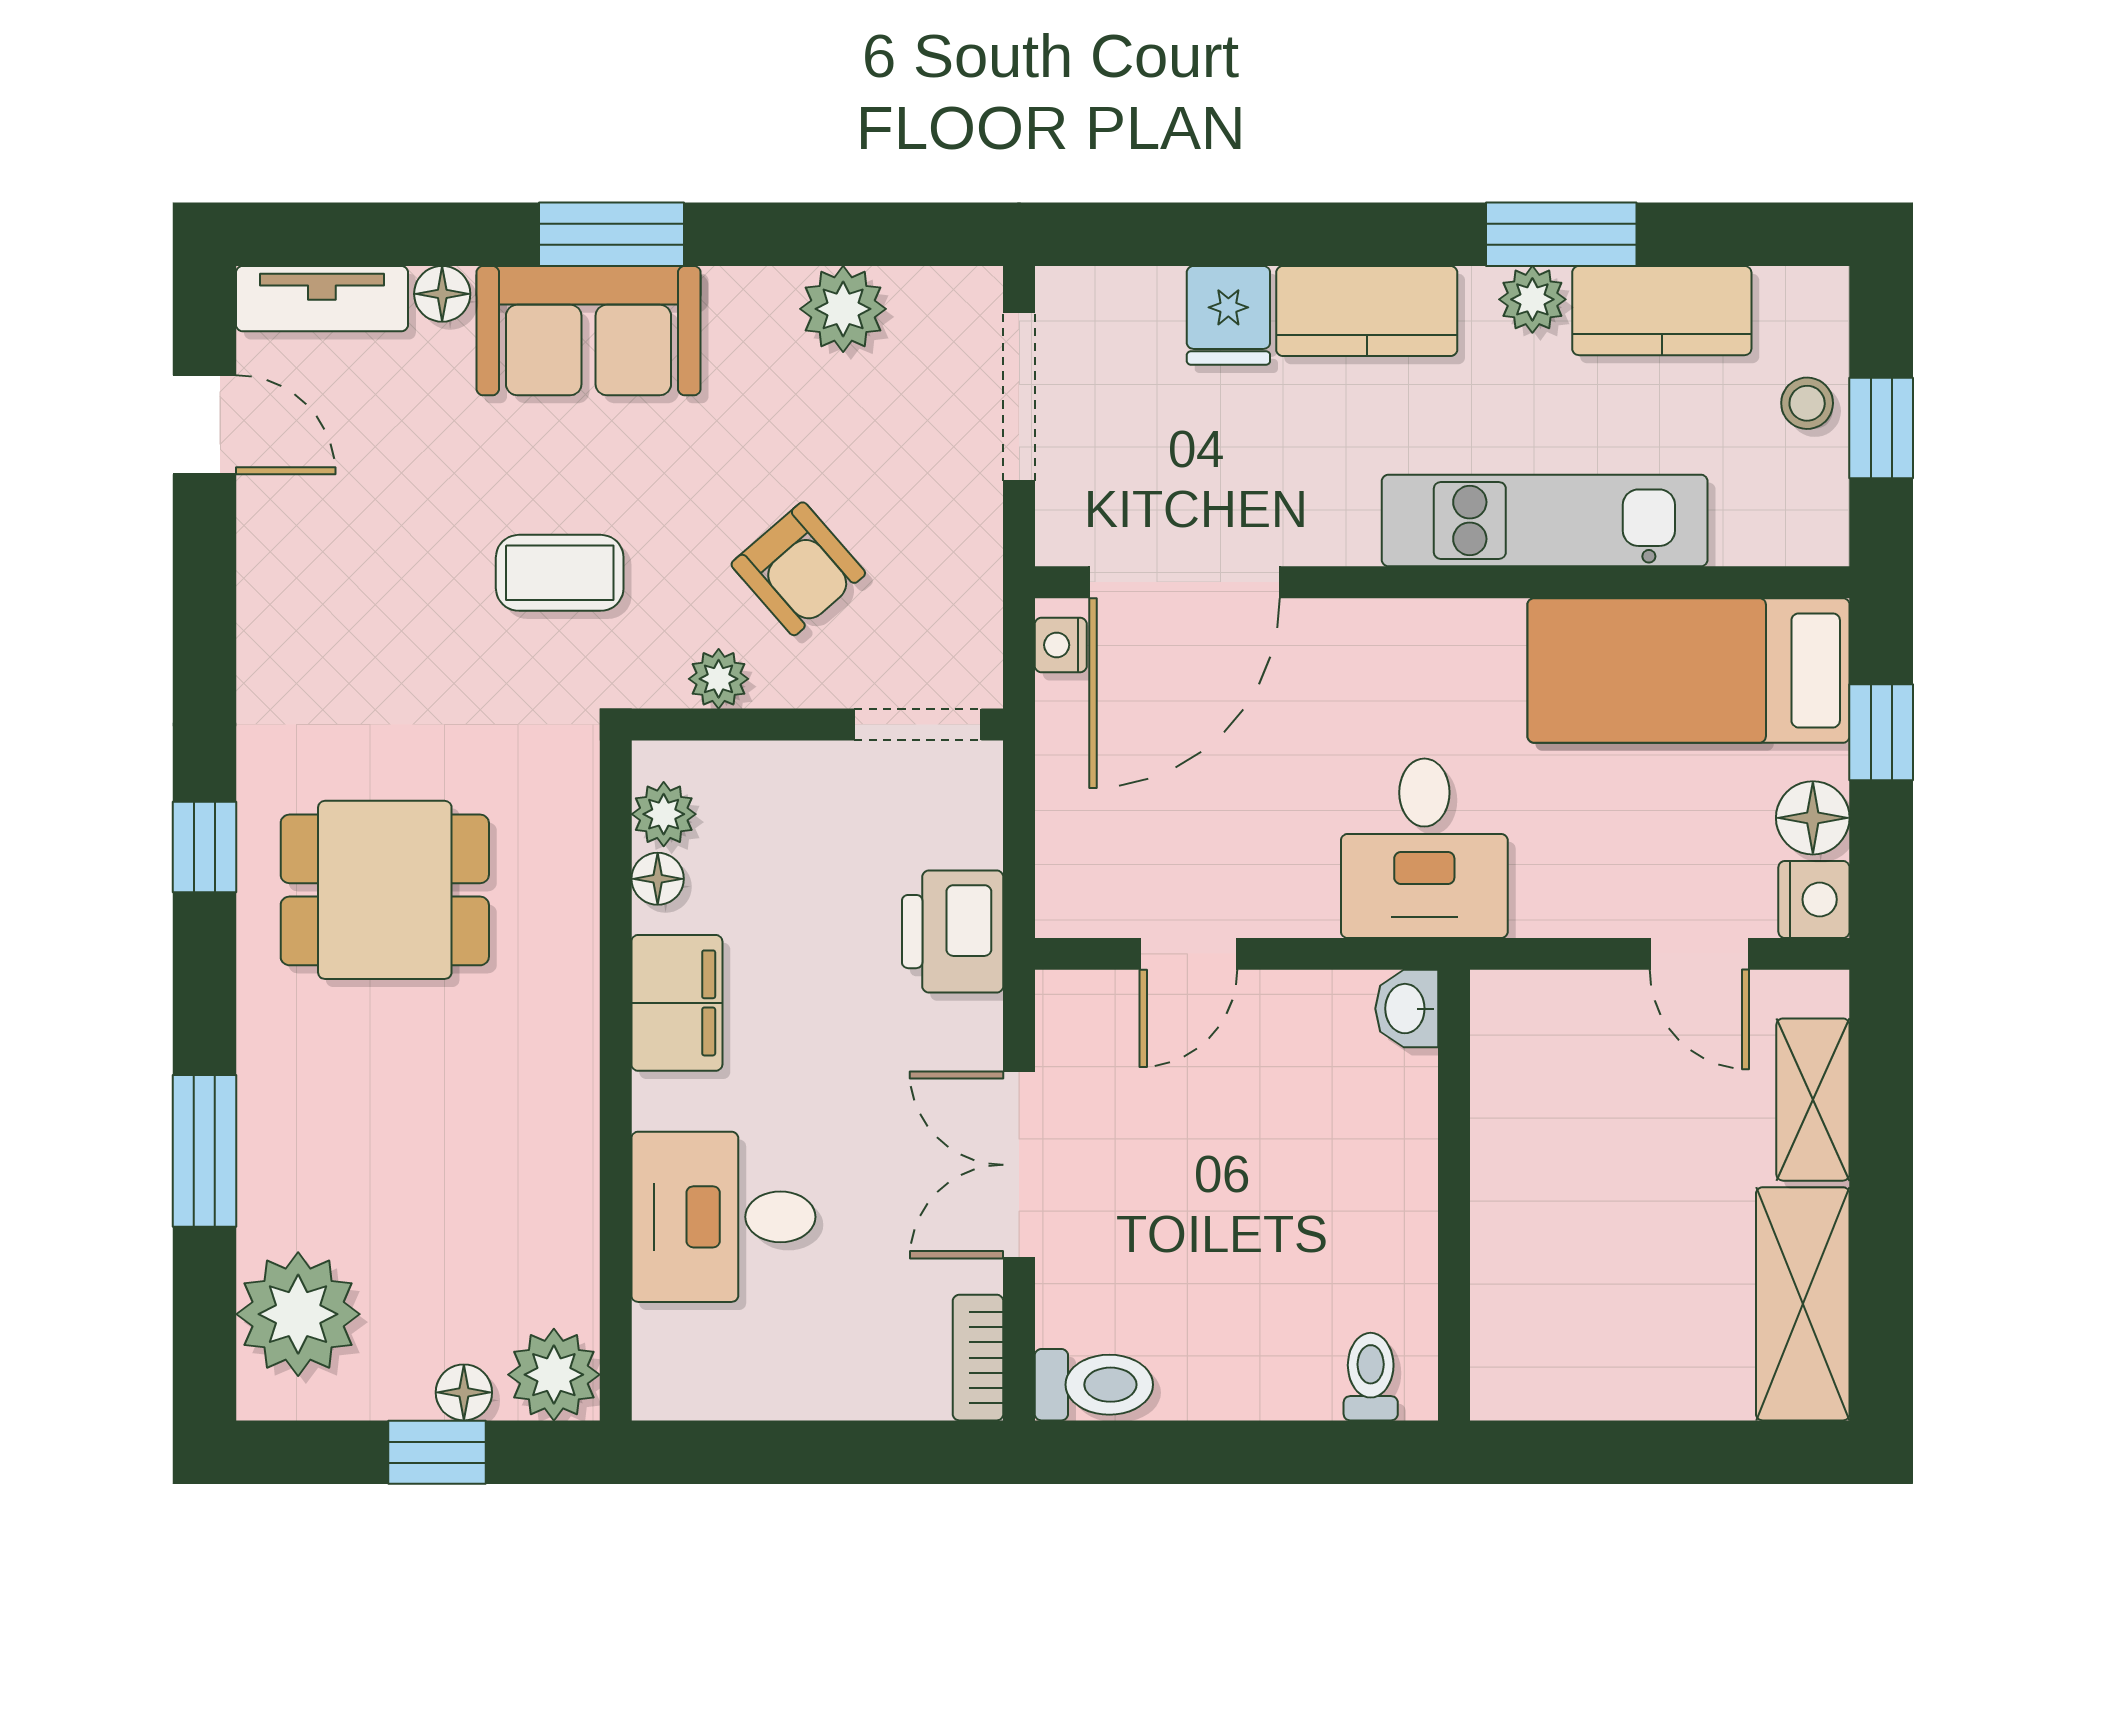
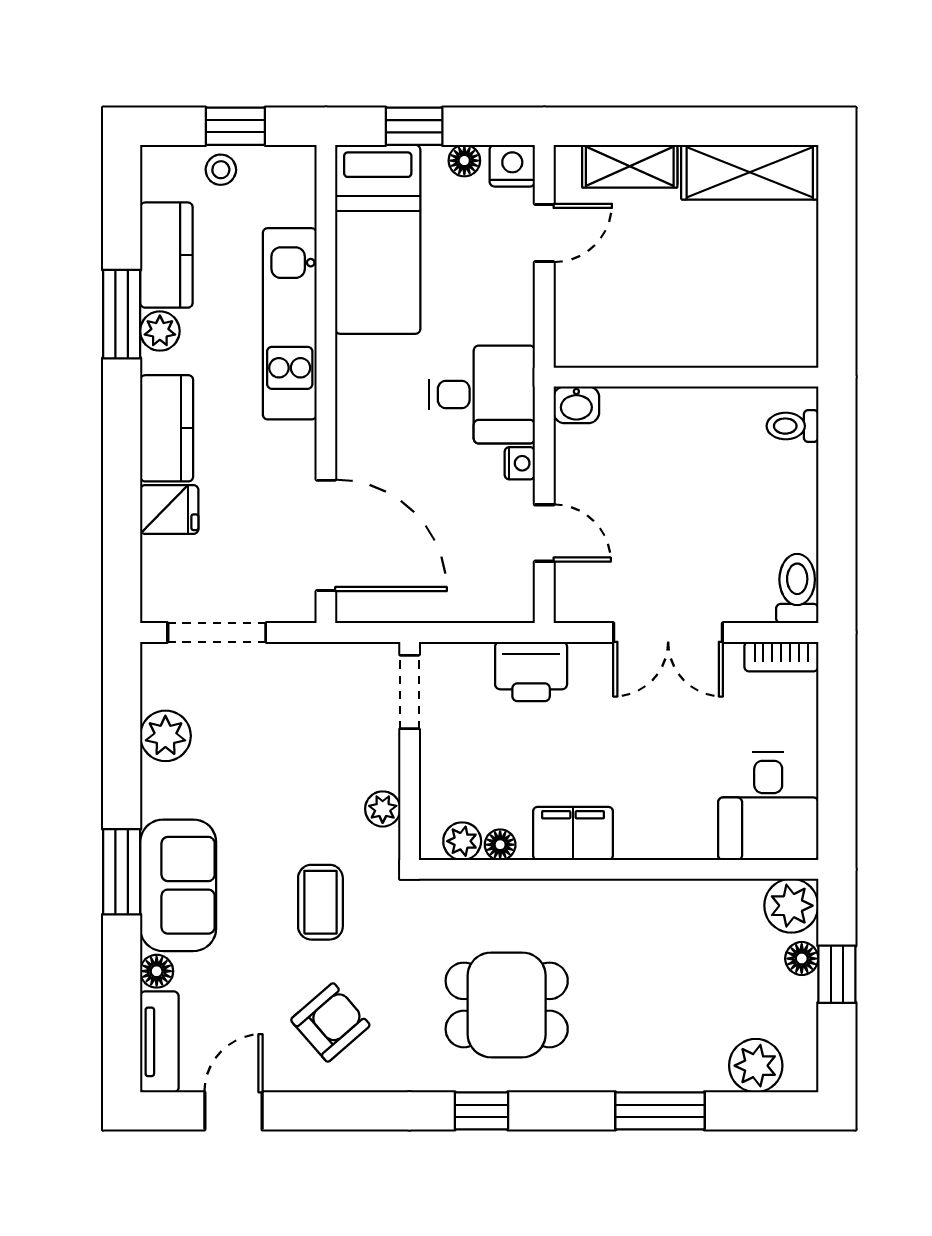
armchair: (798, 569) -> (330, 1022), moved
nightstand: (1061, 645) -> (520, 463), moved, turned -90
floor lamp: (1813, 818) -> (464, 161), width x0.73, depth x0.73
dining table: (385, 890) -> (507, 1005), turned 90
desk: (723, 1217) -> (768, 806), moved
plant: (298, 1314) -> (756, 1066), width x0.73, depth x0.73

